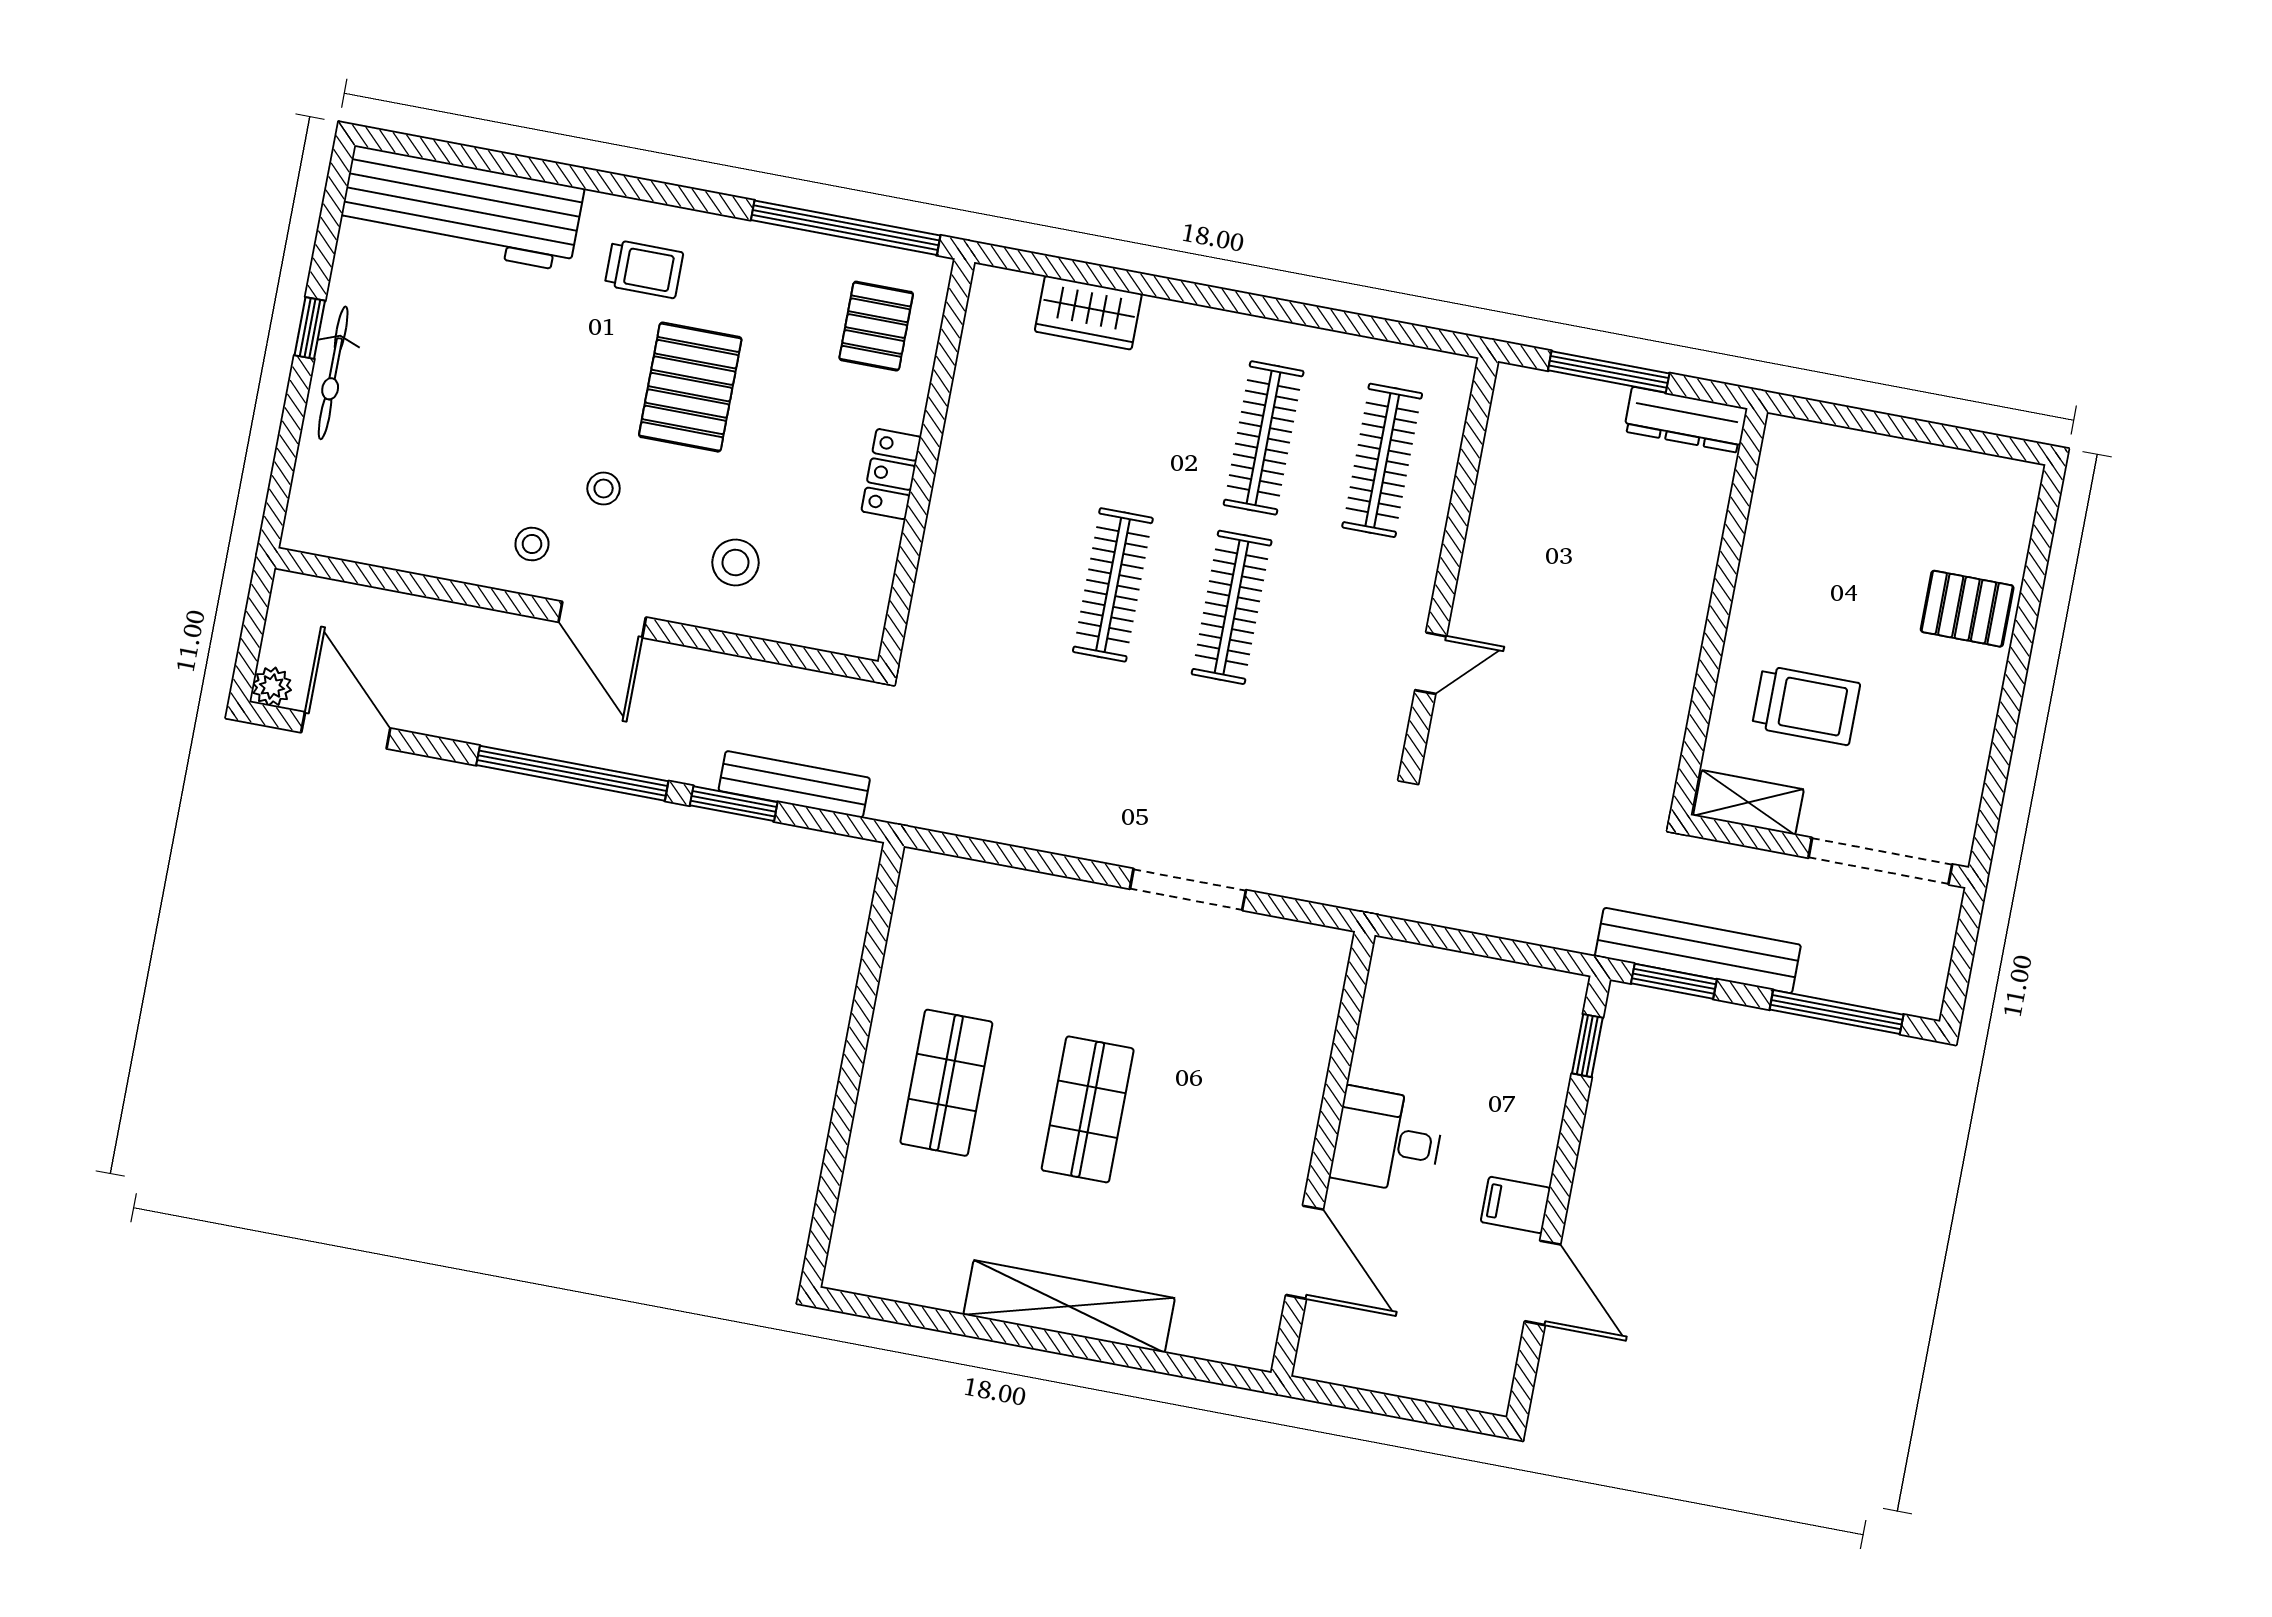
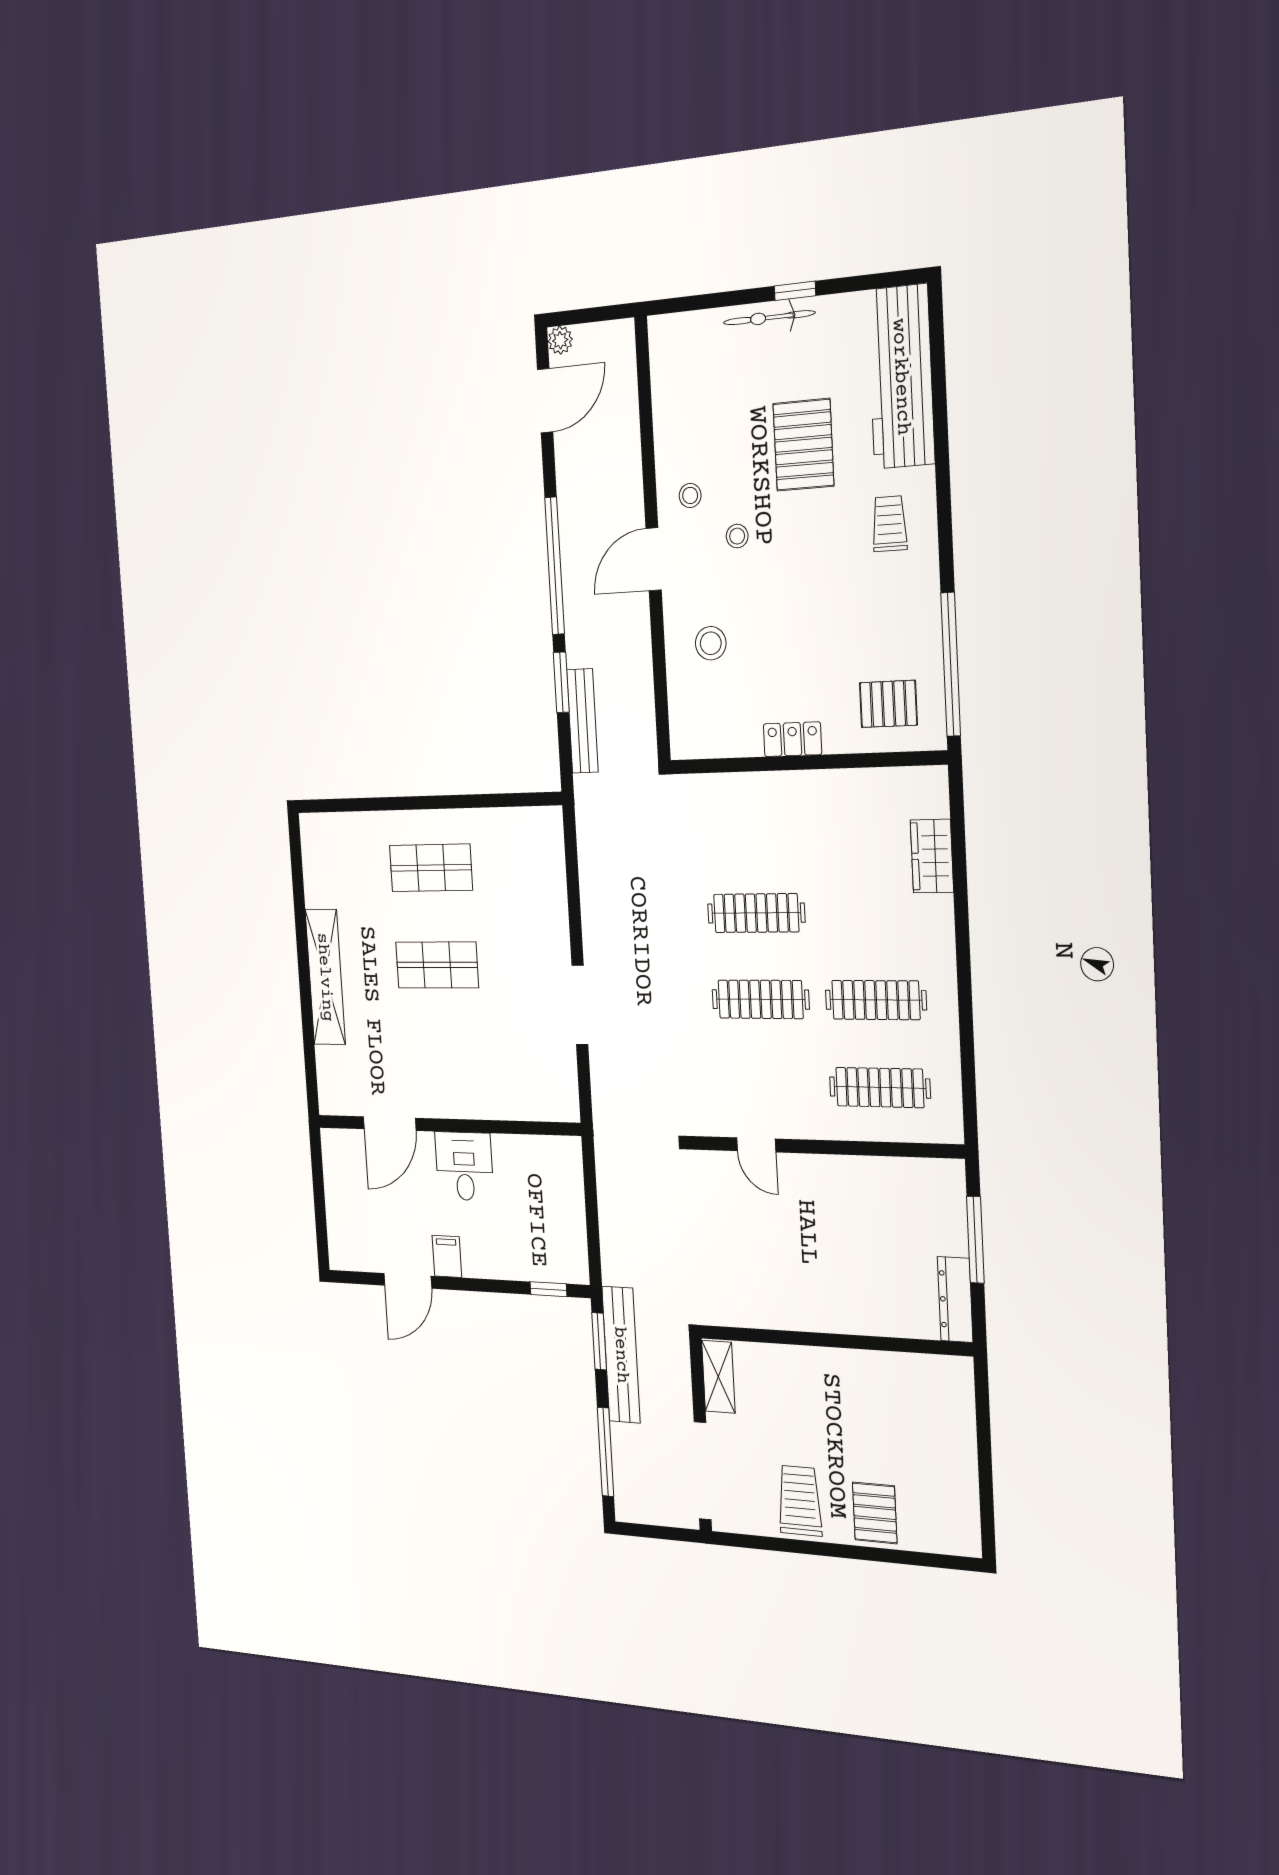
trolley: (644, 269) -> (889, 524), turned 180
pallet: (690, 387) -> (803, 445), moved, turned 90
trolley: (1806, 705) -> (800, 1501), moved, turned 180

